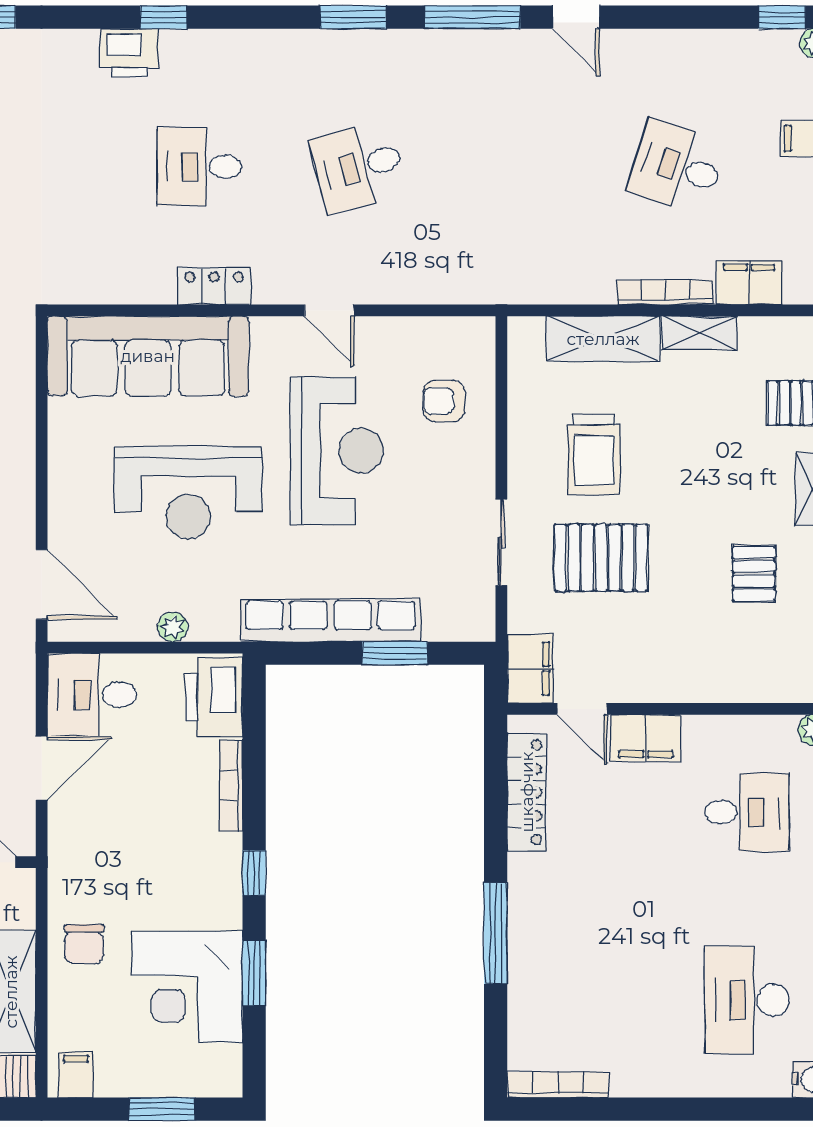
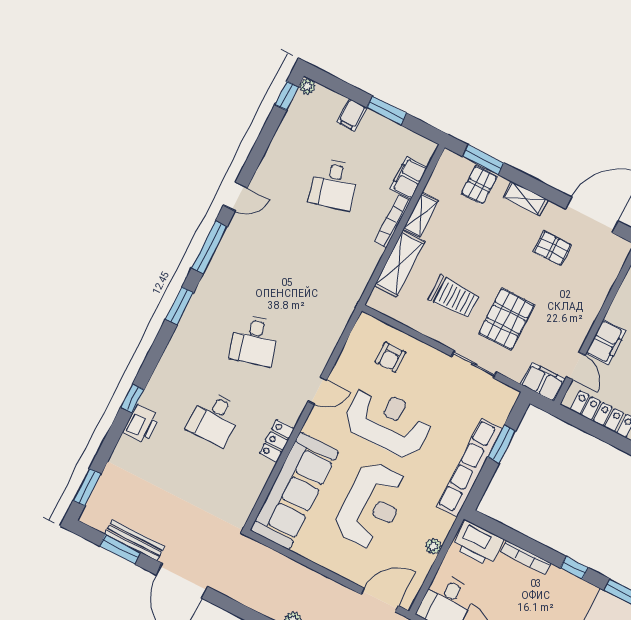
desk: (677, 167) -> (334, 184), turned -33
door: (582, 709) -> (576, 366), hinge flipped

